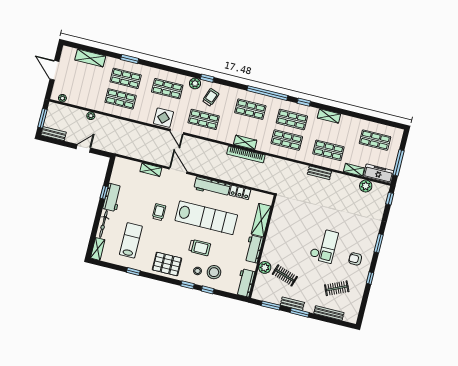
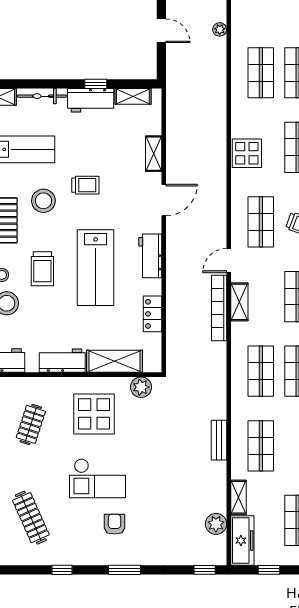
door: (177, 132) -> (229, 261), moved
window: (399, 163) -> (269, 570), width x0.46
shelving: (116, 173) -> (133, 96), added
workbench: (212, 187) -> (150, 256), width x0.73
lab bench: (206, 218) -> (96, 268), width x0.73
stool: (162, 238) -> (43, 201), added
display table: (288, 239) -> (94, 414), added
armchair: (355, 259) -> (115, 524), moved
plant: (265, 267) -> (141, 387), moved
clothes rail: (337, 288) -> (31, 518), width x1.36

